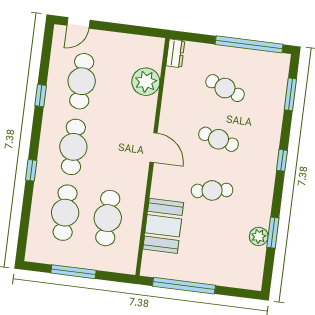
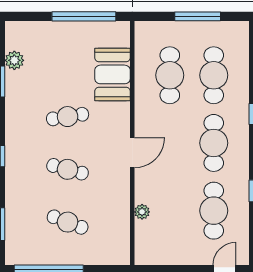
dresser: (175, 53) -> (122, 251), removed
plant: (146, 82) -> (142, 212), width x0.53, depth x0.53
door: (154, 148) -> (132, 153), swing flipped
plant: (259, 236) -> (14, 60), moved

